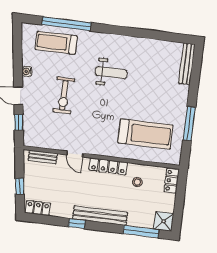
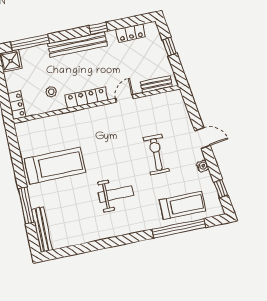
weight bench: (111, 73) -> (116, 194), turned 180
window: (19, 122) -> (221, 188), moved
window: (189, 124) -> (26, 205), moved
treadmill: (145, 134) -> (55, 166), moved, turned 180
door: (75, 154) -> (125, 98), hinge flipped
locker: (38, 208) -> (131, 33), moved

